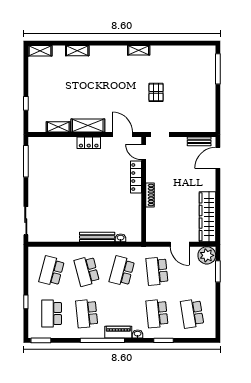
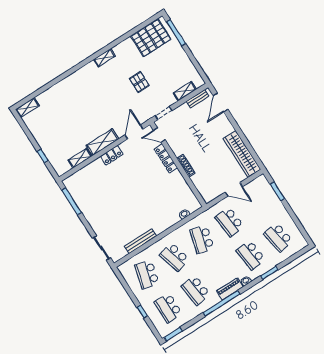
shelving: (77, 51) -> (185, 91), moved
pallet: (192, 59) -> (151, 38), added
door: (123, 135) -> (134, 132), hinge flipped
bench: (97, 237) -> (141, 241), moved
plant: (207, 255) -> (261, 184), removed

